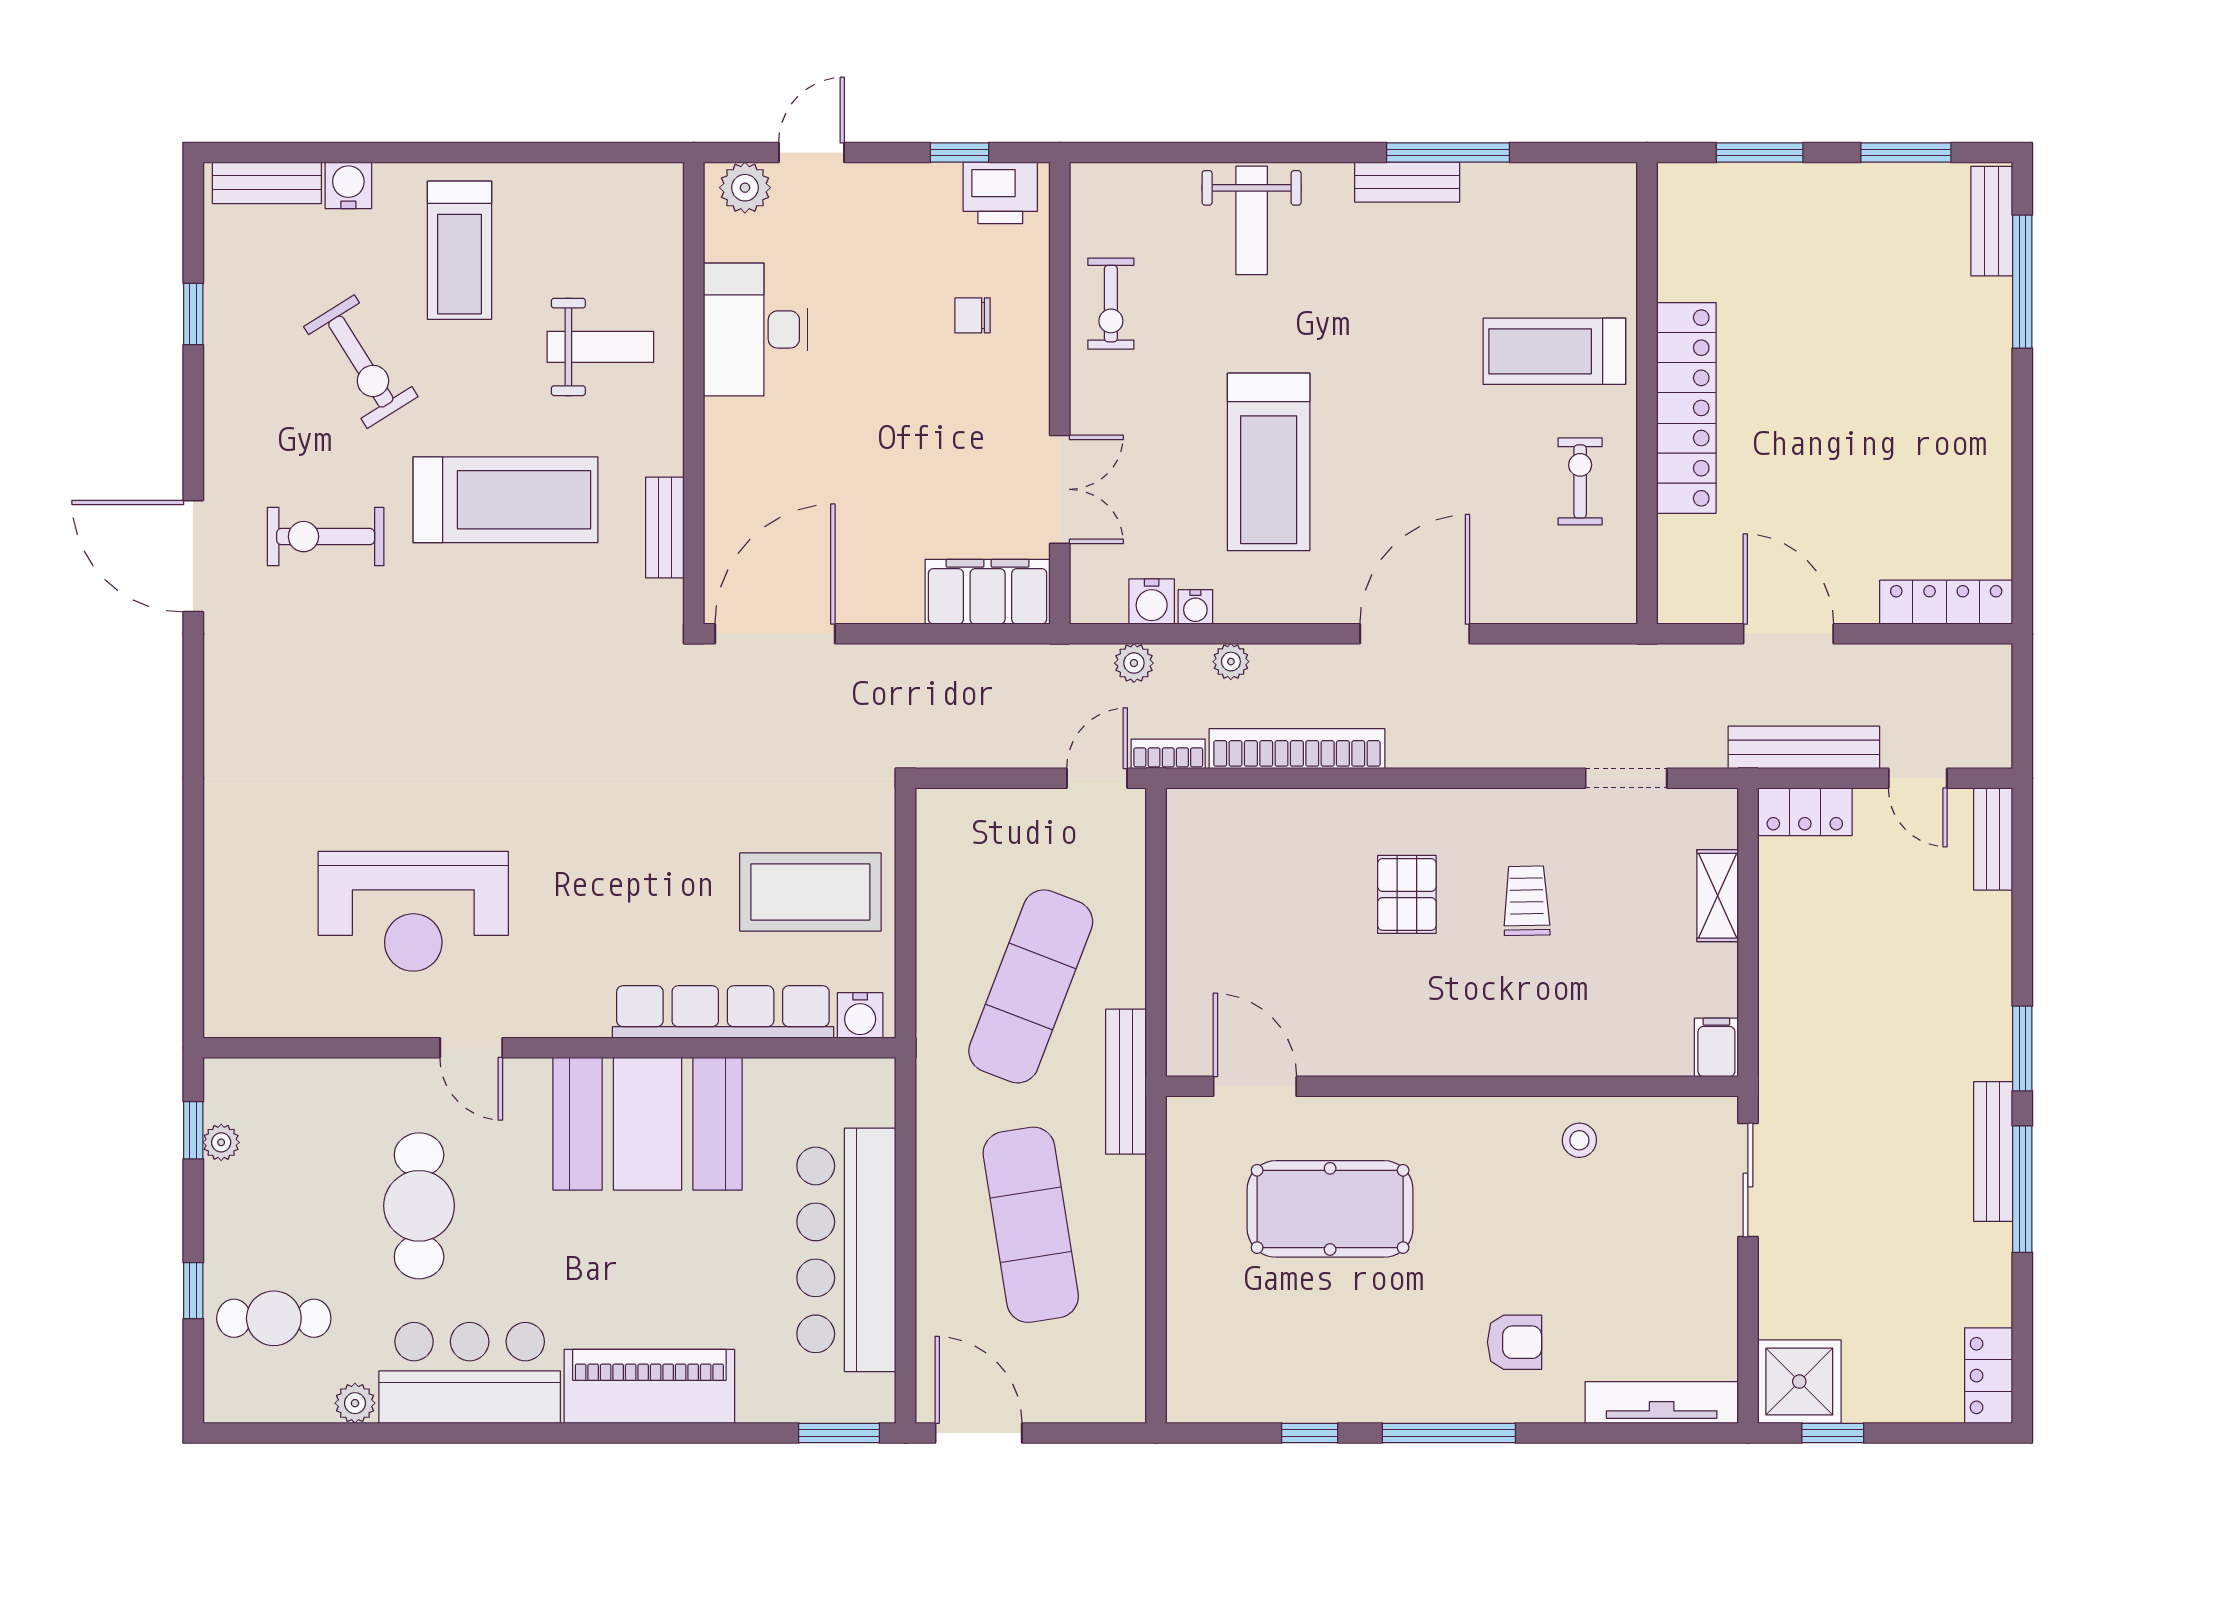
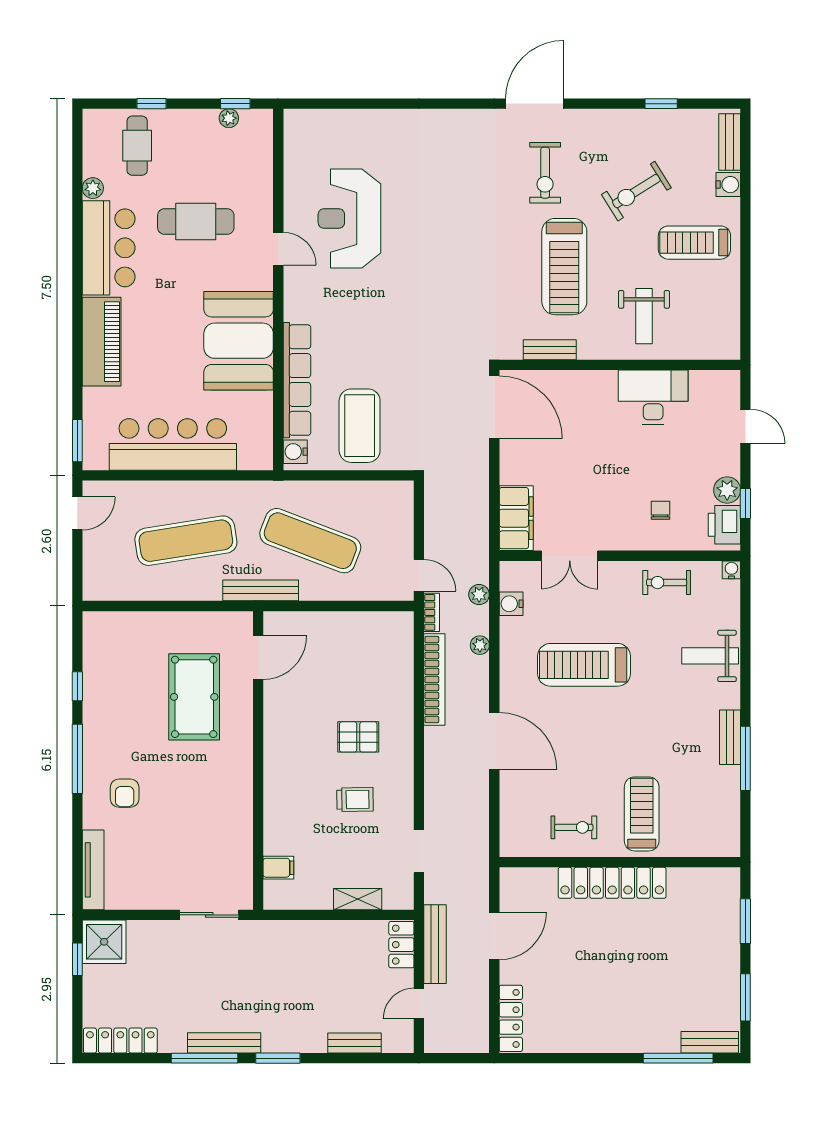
plant: (745, 188) -> (727, 490), moved
exercise bike: (326, 537) -> (545, 173), turned 180
water cooler: (1195, 607) -> (731, 570), moved, turned 90
bench: (1993, 839) -> (355, 1043), moved
filing cabinet: (1716, 1047) -> (278, 868), moved
door: (471, 1048) -> (278, 249), swing flipped
stool: (1579, 1140) -> (230, 827), removed
locker: (1989, 1376) -> (120, 1041), width x1.53
door: (979, 1433) -> (77, 513), width x0.73

